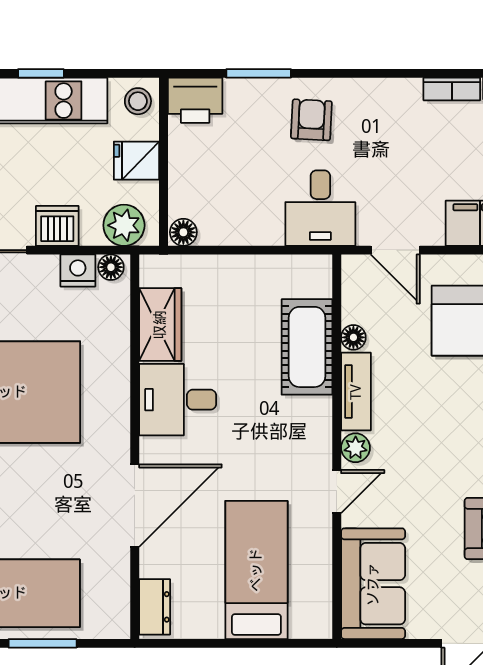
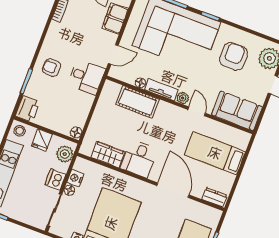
floor lamp: (111, 267) -> (69, 190), moved

